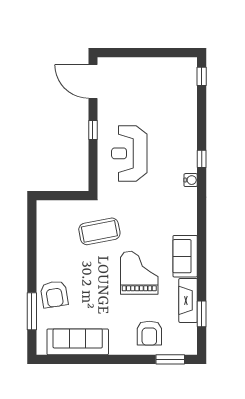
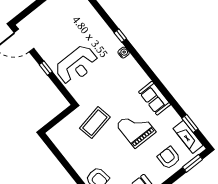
reception desk: (129, 153) -> (77, 65), turned -90
fireplace: (188, 300) -> (188, 137), moved
armchair: (149, 333) -> (169, 158), turned 180

